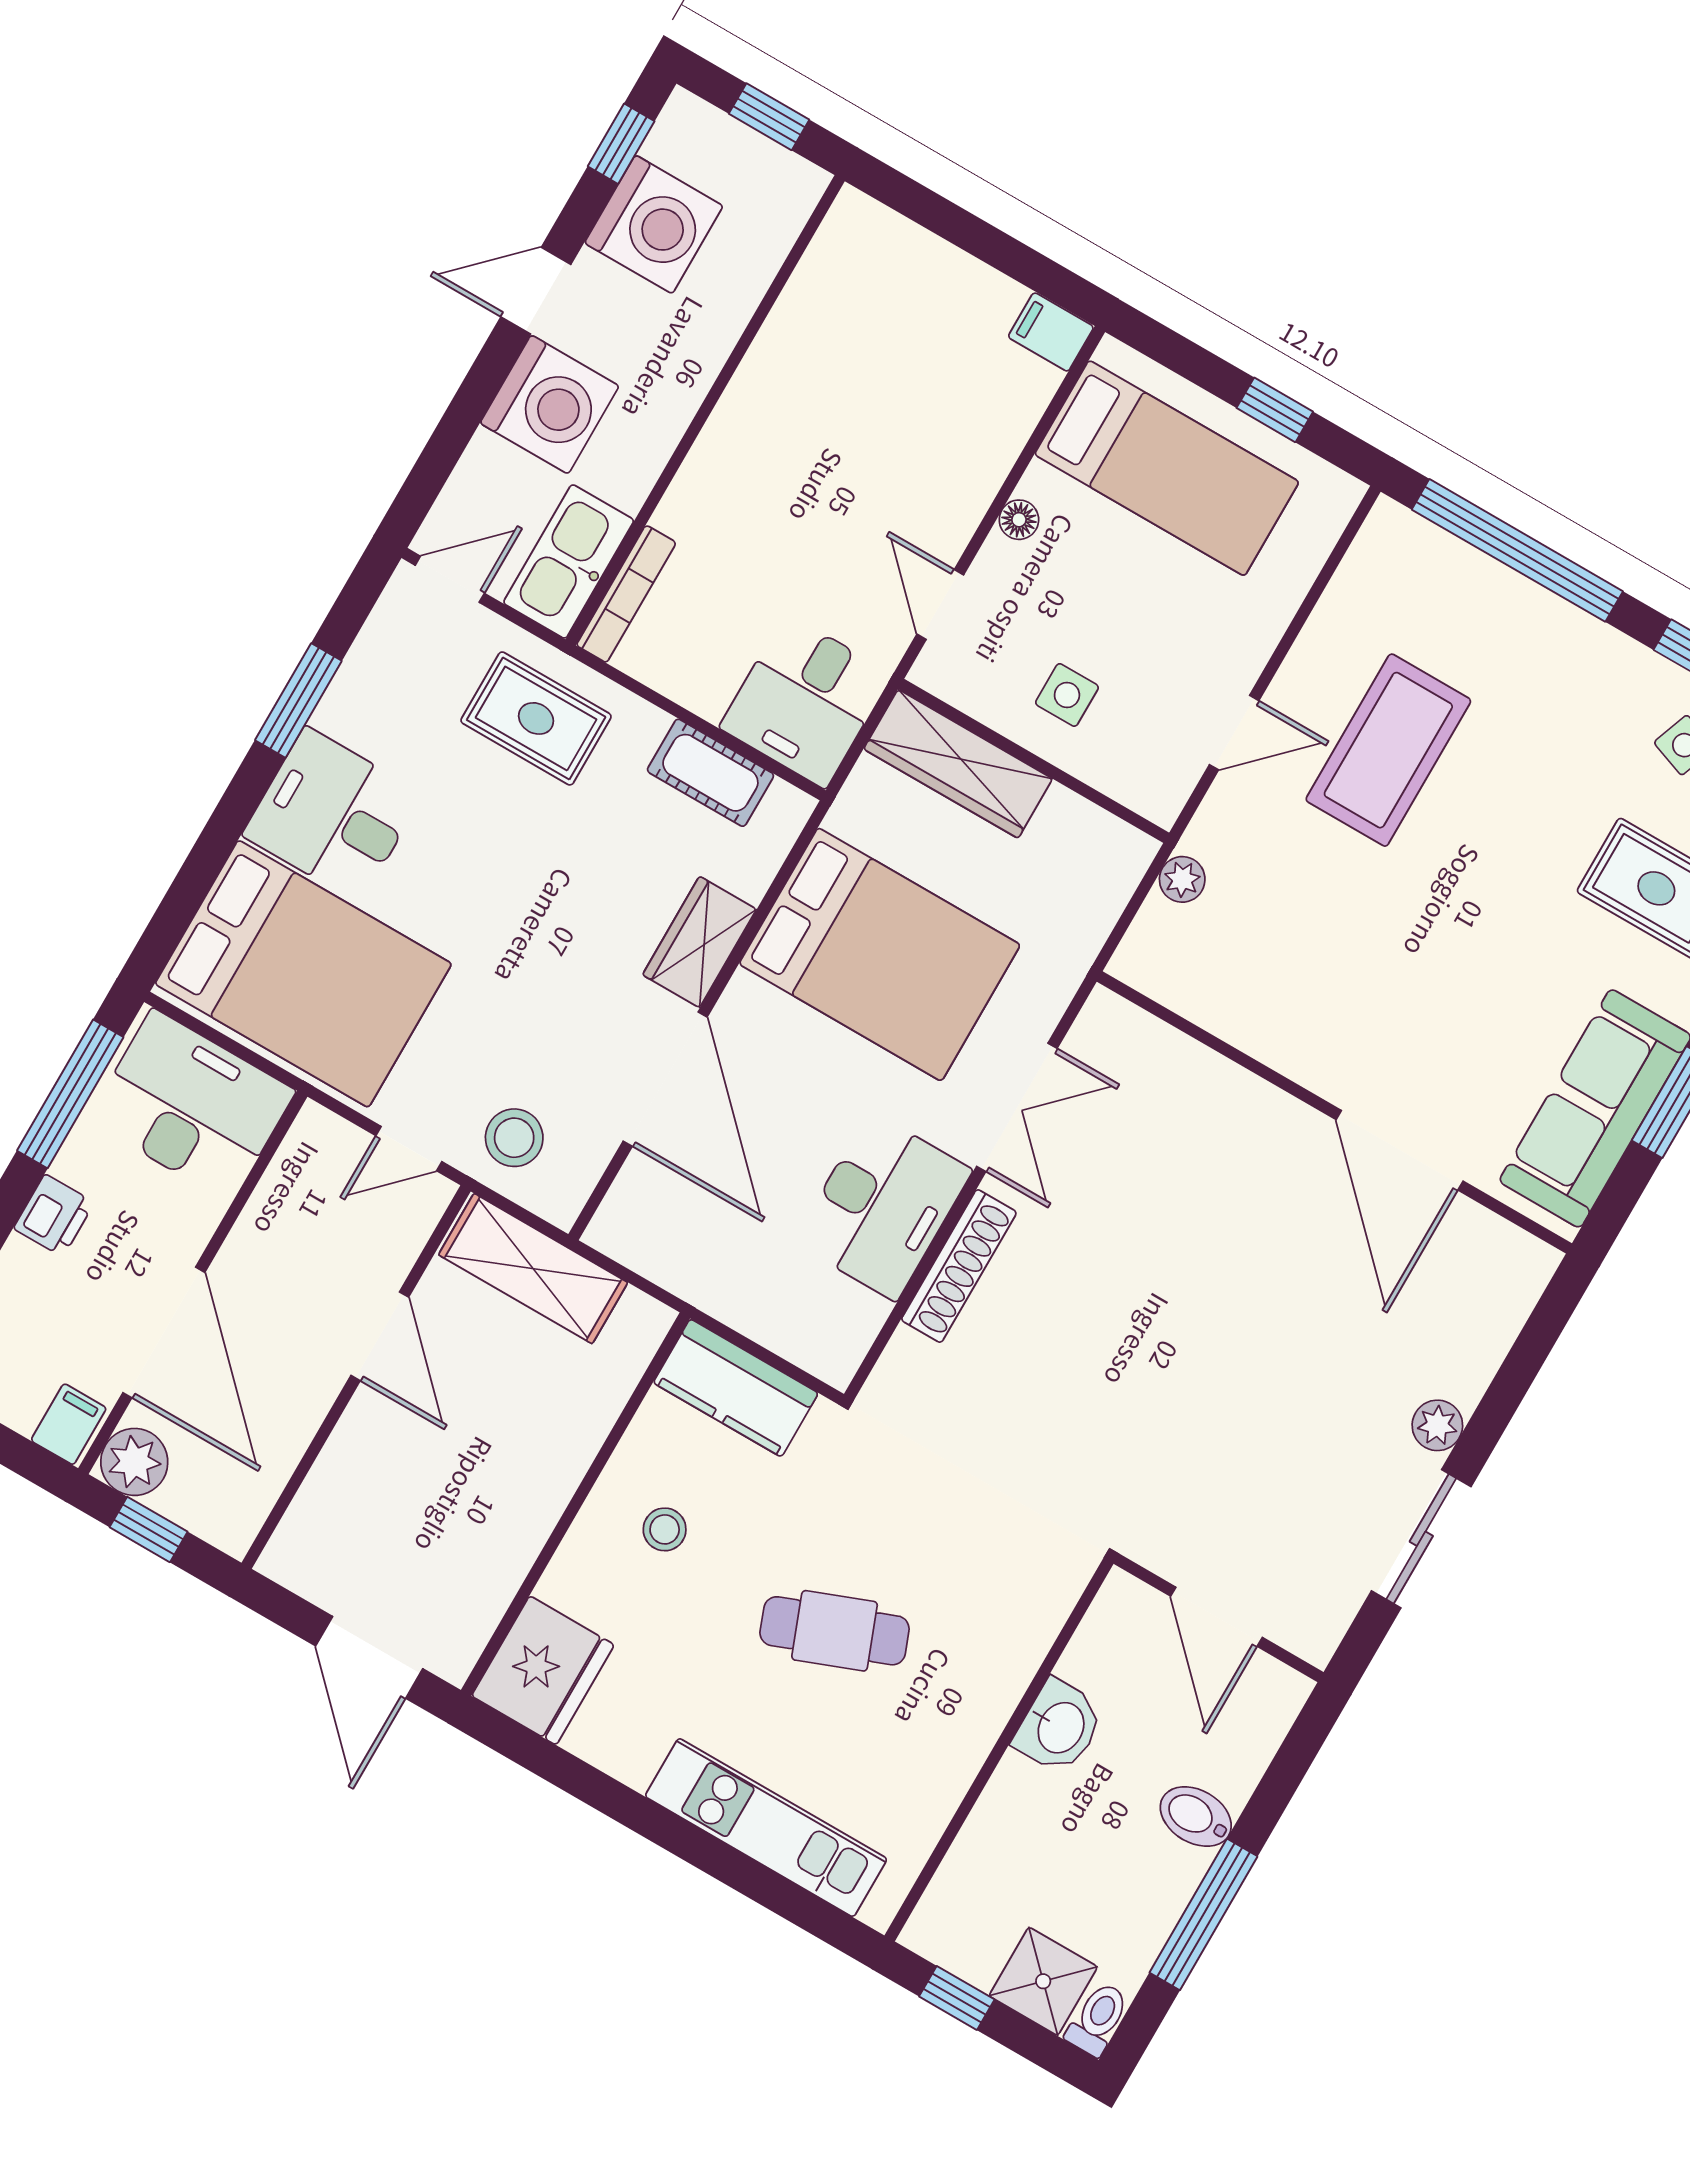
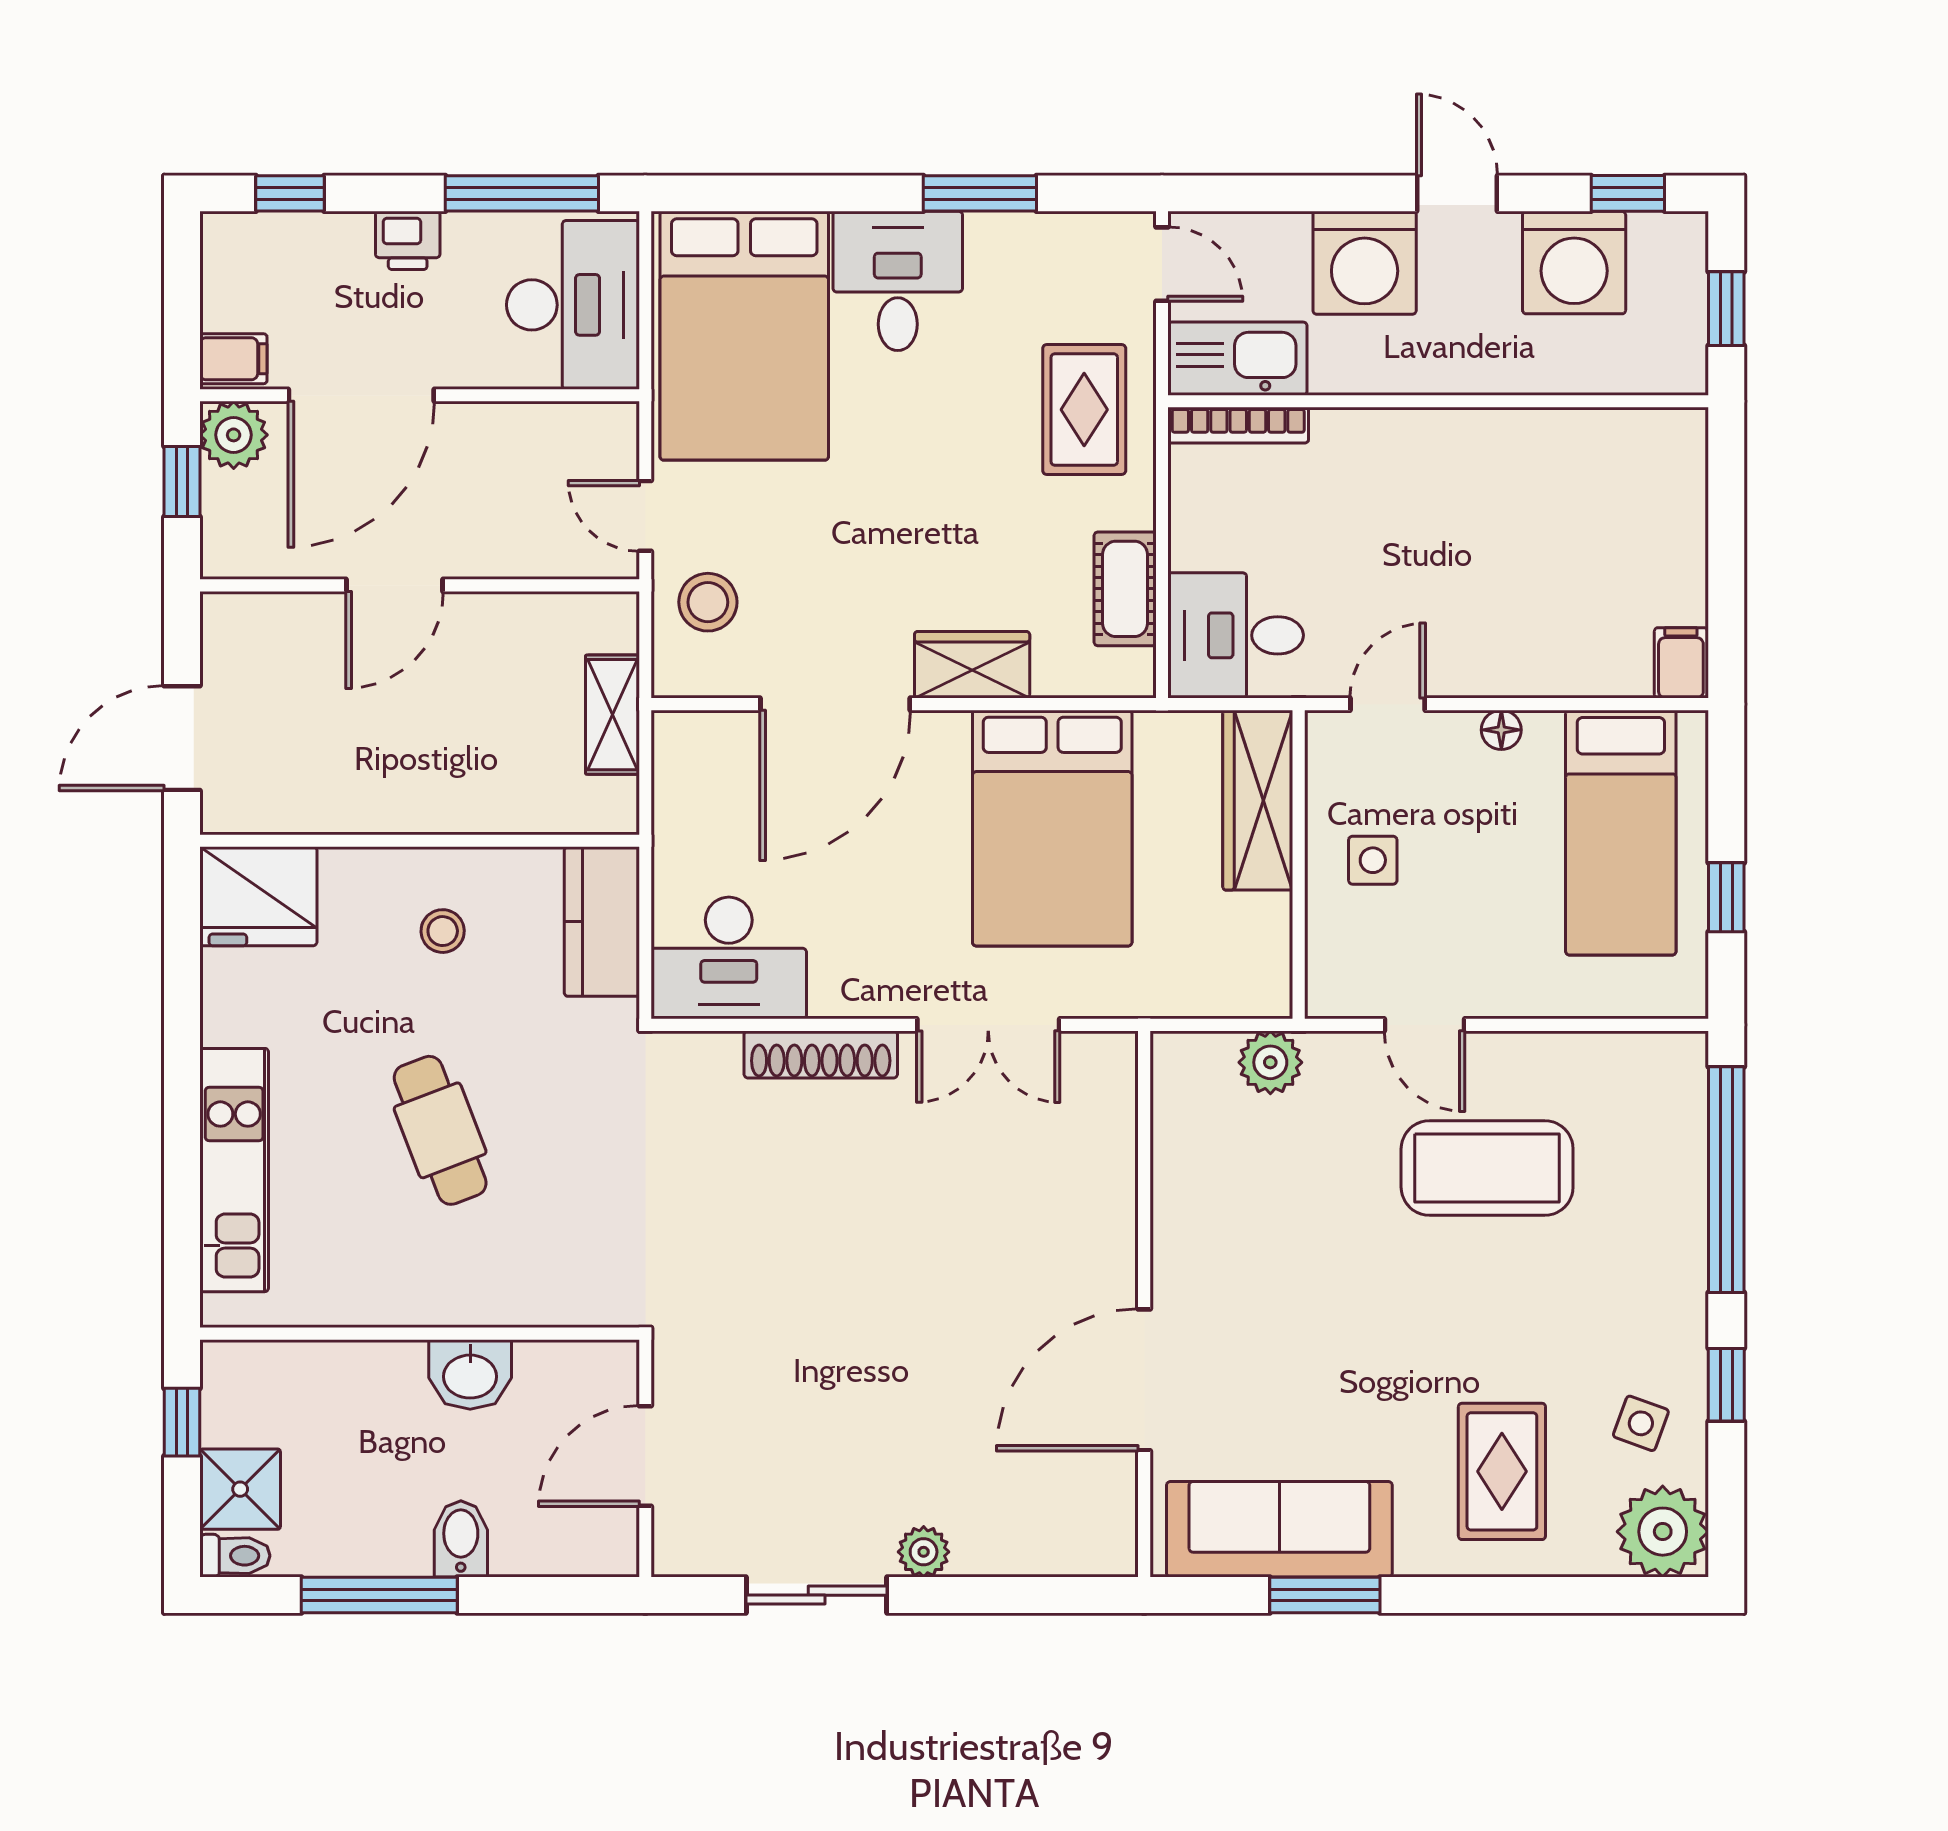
plant: (1182, 879) -> (1270, 1062), width x1.38, depth x1.38
desk: (883, 1206) -> (729, 958), moved
shelving: (533, 1269) -> (612, 715), width x0.67, depth x0.75
door: (380, 1336) -> (395, 585), moved

